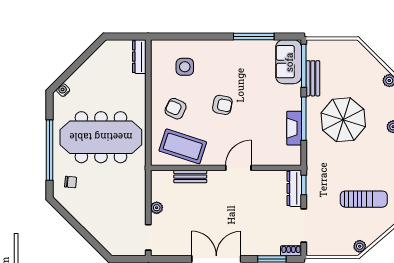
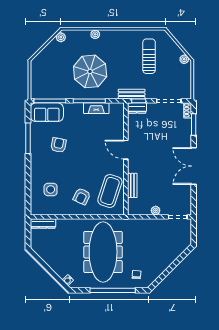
bench: (313, 78) -> (132, 94), moved
armchair: (222, 105) -> (59, 145), moved
dresser: (294, 188) -> (137, 108), width x0.70

